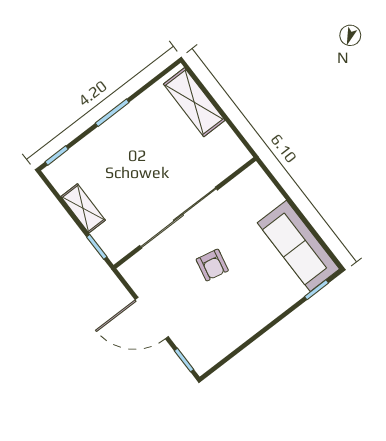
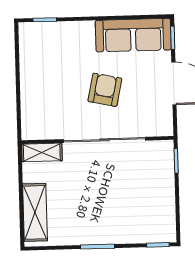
shelving: (83, 208) -> (42, 152), moved, turned 90
sofa: (298, 246) -> (133, 35), moved, turned 90
armchair: (212, 265) -> (105, 90), width x1.38, depth x1.38

